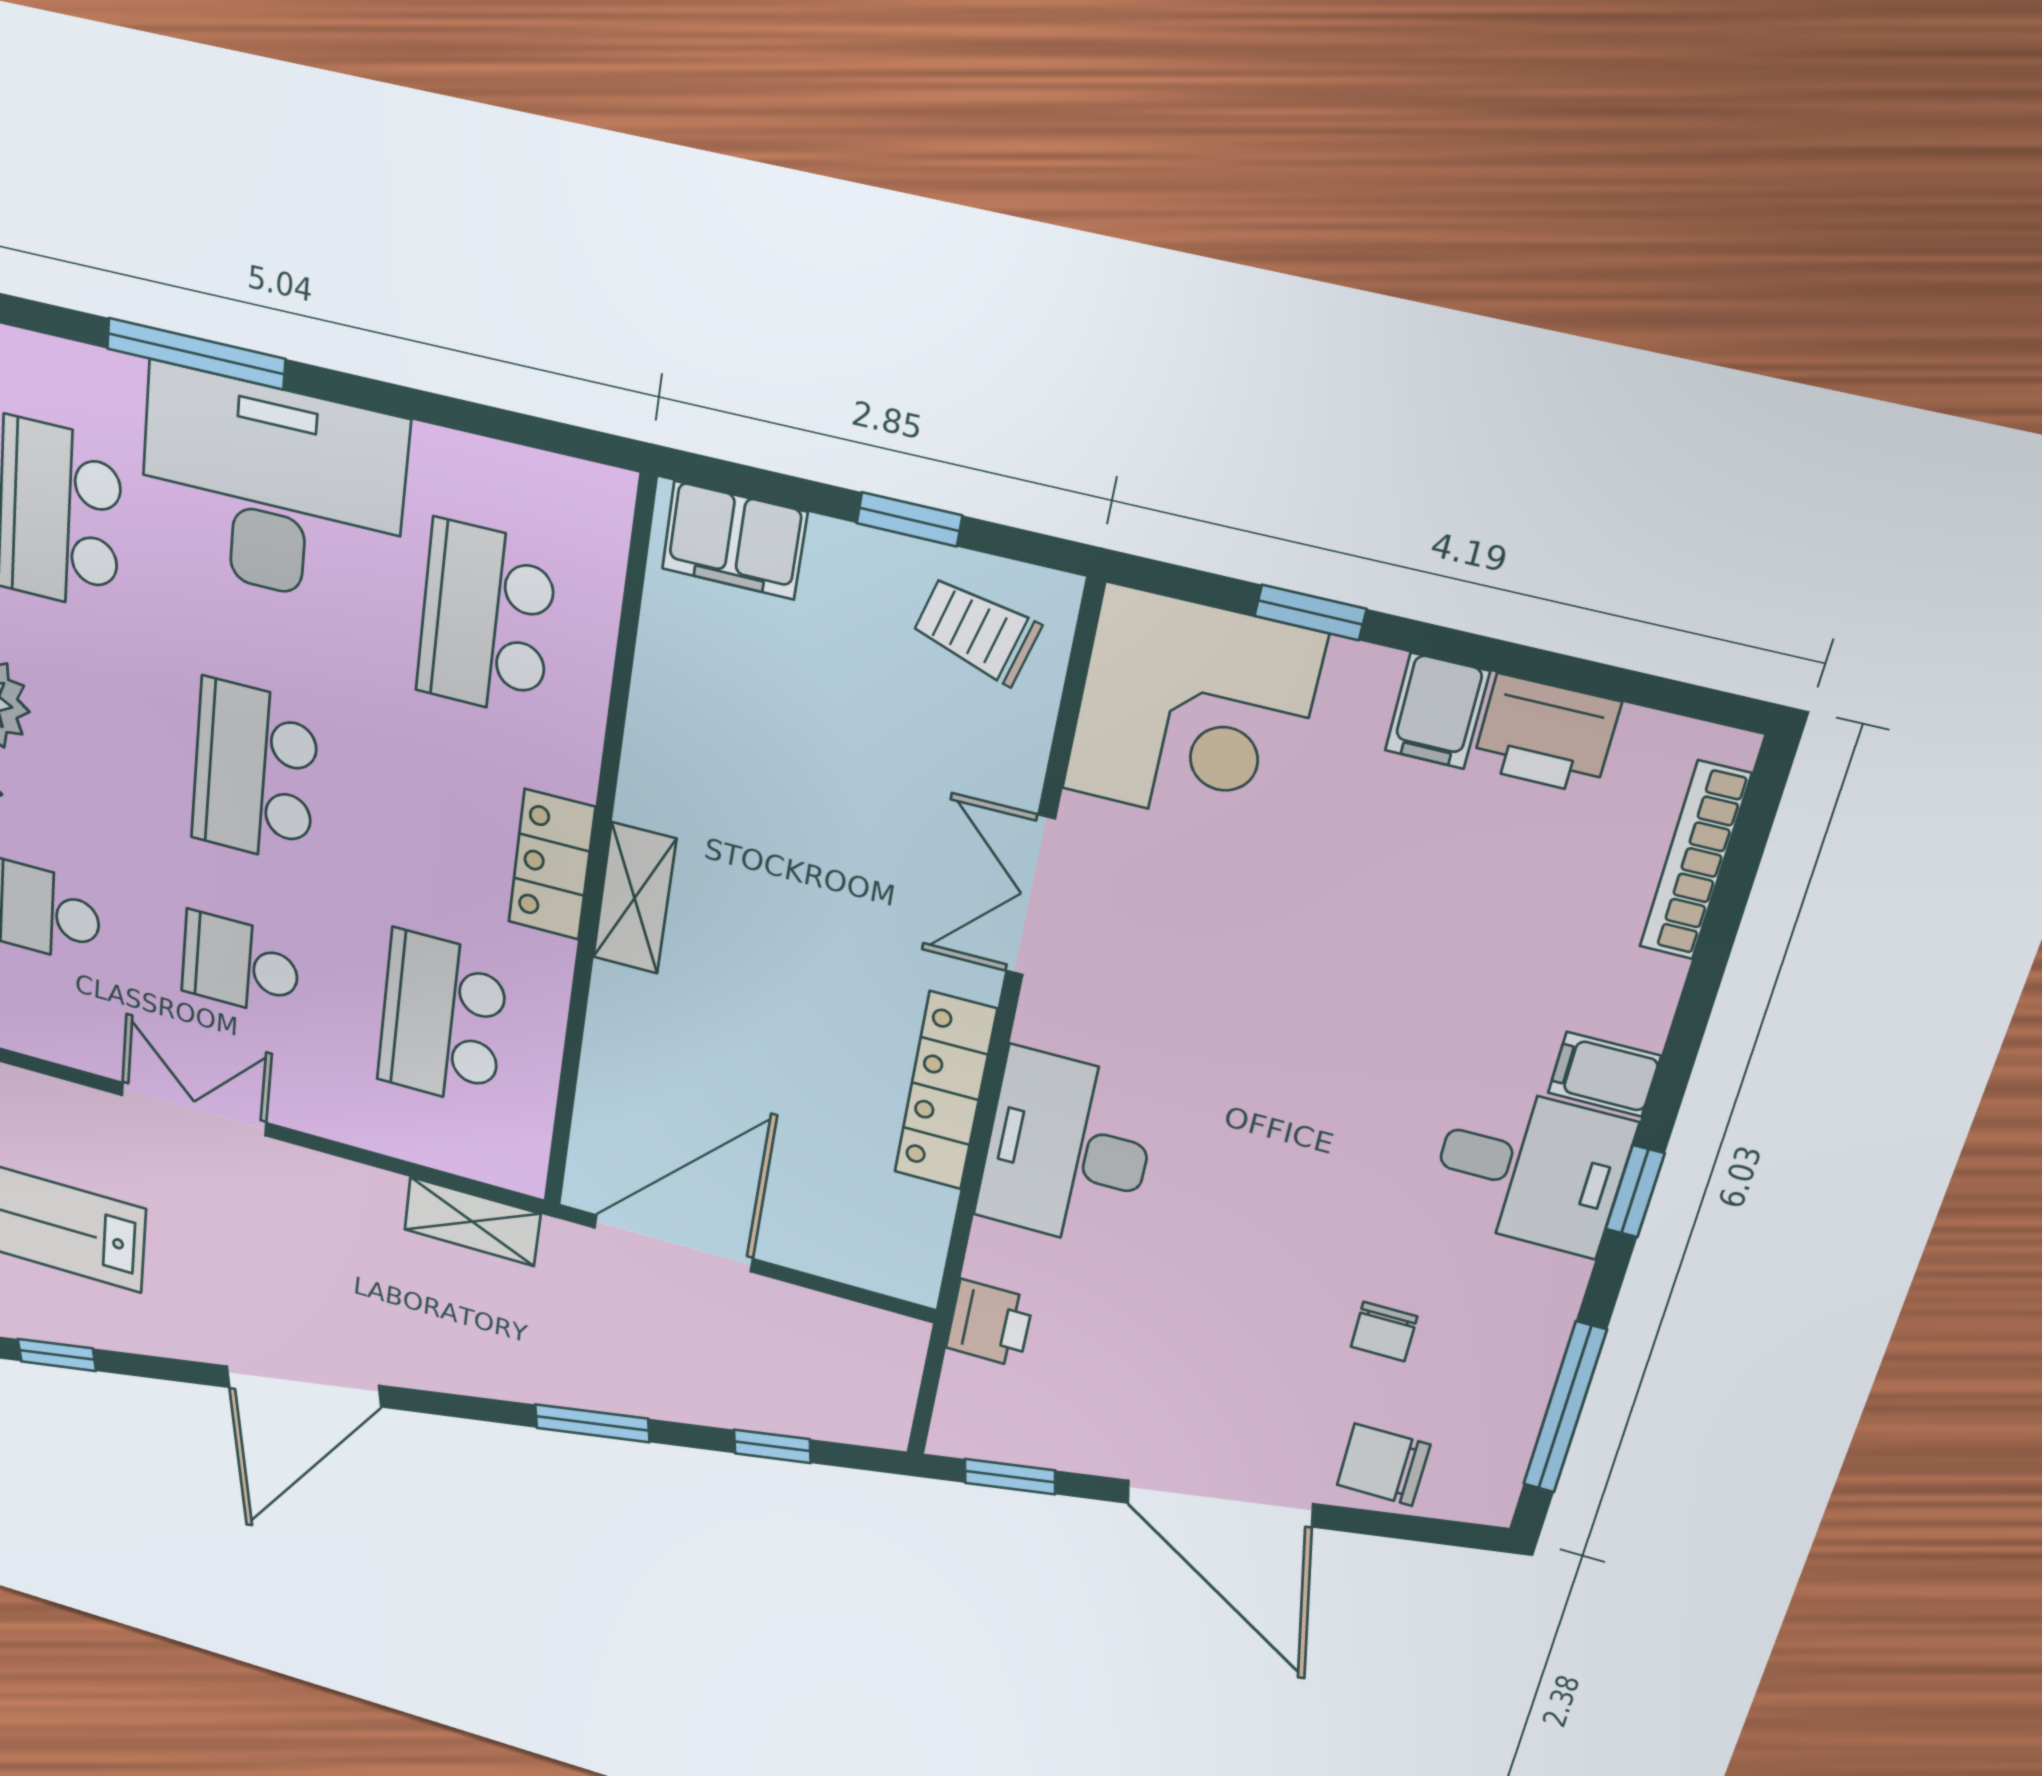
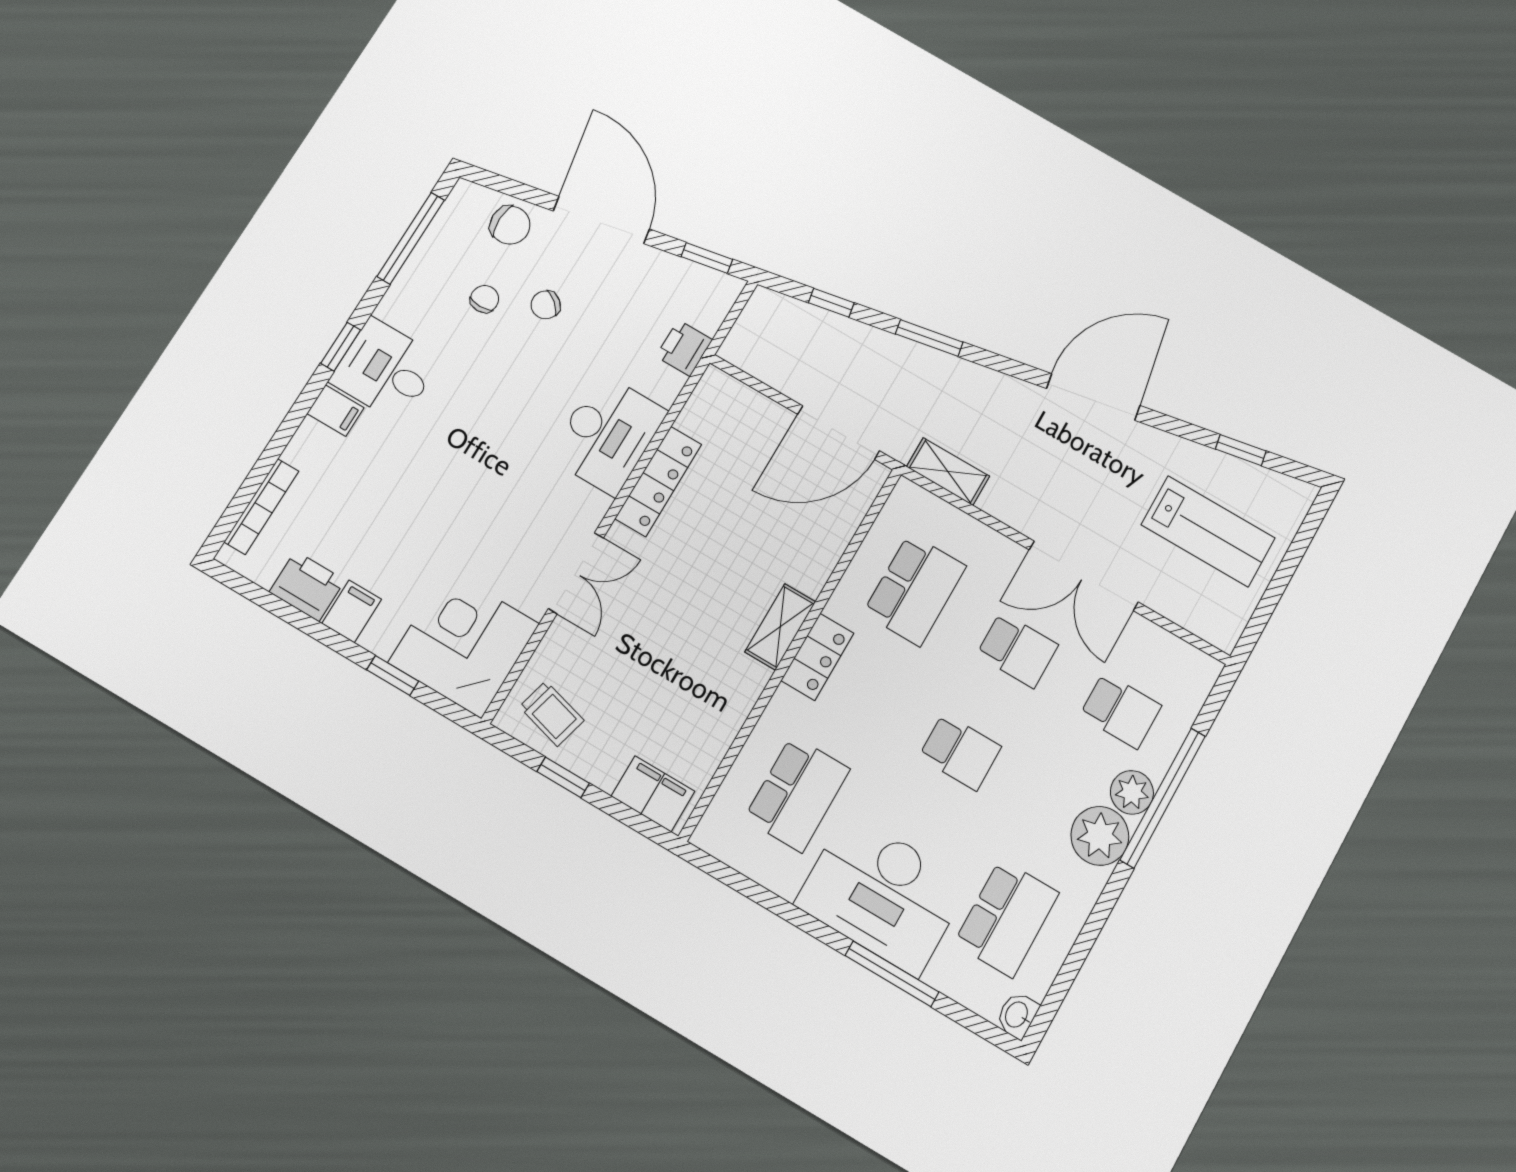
school desk: (255, 772) -> (960, 752), width x0.54
double door: (194, 1109) -> (1084, 576), width x1.37
chair: (1266, 1344) -> (546, 305), added

